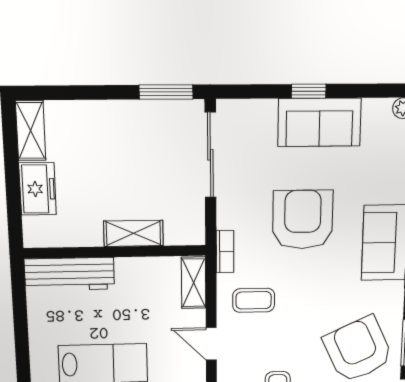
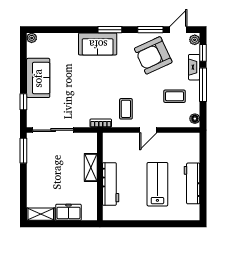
window: (309, 91) -> (23, 102), moved
armchair: (303, 220) -> (85, 85), removed
workbench: (69, 274) -> (111, 184), moved
shelving: (194, 283) -> (116, 139), removed

